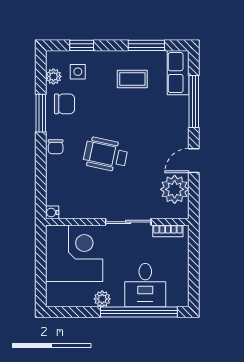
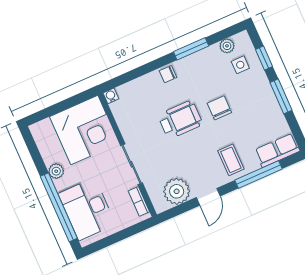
window: (146, 45) -> (281, 96), moved
coffee table: (132, 79) -> (231, 160), moved
chair: (65, 104) -> (219, 108), moved, turned 180
wheelchair: (106, 155) -> (180, 120), turned 78
door: (194, 161) -> (208, 197), swing flipped
desk: (145, 285) -> (87, 209), width x1.37

